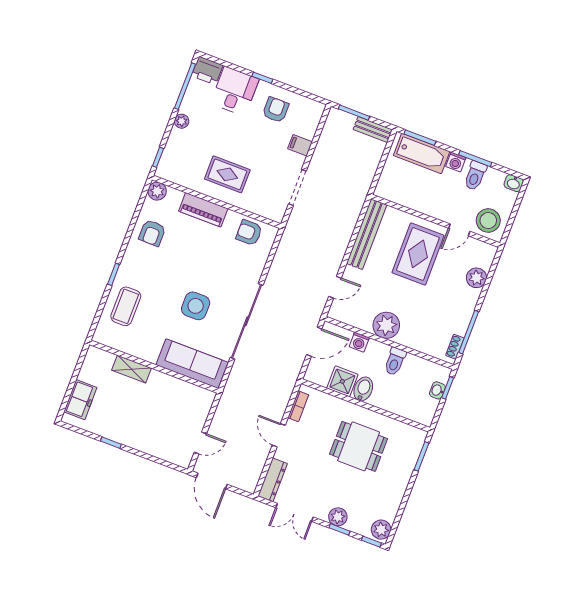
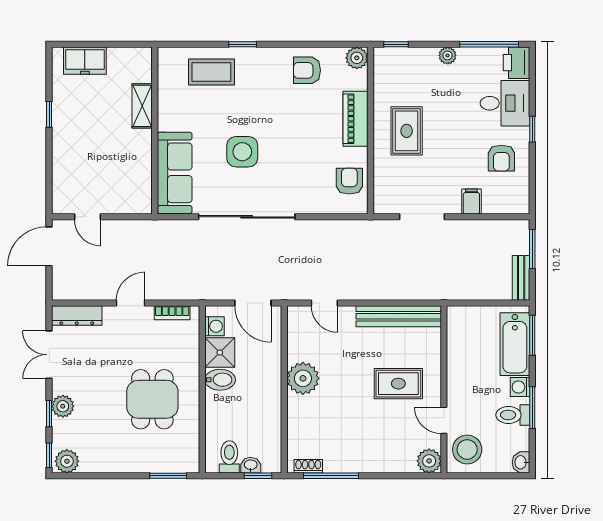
armchair: (276, 110) -> (501, 158), turned 90
rug: (418, 254) -> (398, 384), width x0.73, depth x0.70
plant: (476, 278) -> (429, 461), moved
washing machine: (359, 342) -> (214, 326), moved, turned 180
toilet: (395, 361) -> (229, 457), moved, turned 90

